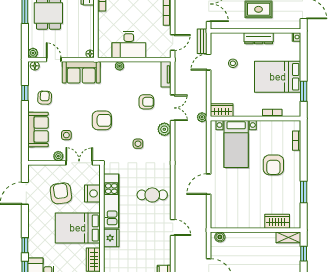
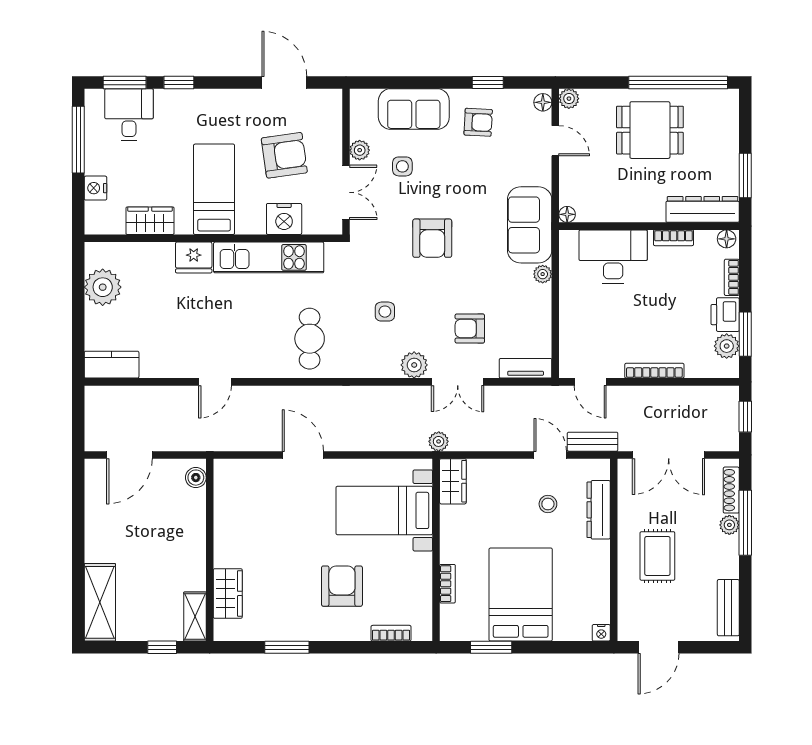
dresser: (259, 38) -> (599, 510), moved
desk: (129, 45) -> (613, 256), moved, turned 90
door: (54, 60) -> (555, 141), hinge flipped
sofa: (81, 72) -> (530, 225), moved
armchair: (146, 102) -> (470, 328), turned 90
armchair: (273, 165) -> (342, 586), turned 90
cafe table: (152, 195) -> (310, 339), moved
bed: (78, 228) -> (214, 189), width x0.67

